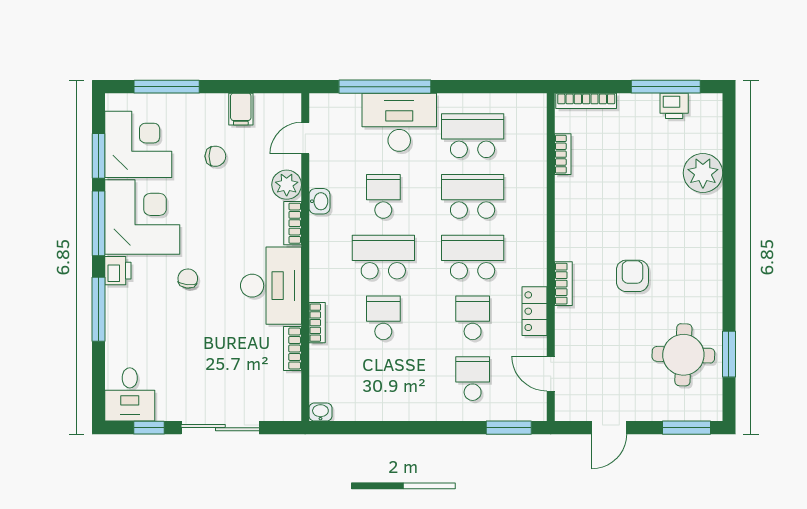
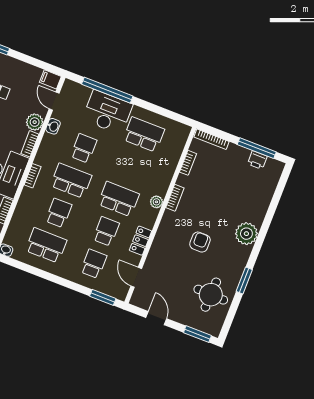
filing cabinet: (241, 109) -> (50, 79), moved, turned 90
door: (305, 138) -> (54, 101), hinge flipped
plant: (703, 173) -> (246, 234), moved
school desk: (473, 196) -> (46, 245), moved
washbasin: (319, 201) -> (53, 126), moved
plant: (536, 238) -> (156, 202), added
bookcase: (563, 284) -> (175, 198), moved
bookcase: (317, 323) -> (33, 176), moved
window: (729, 354) -> (244, 280), moved
door: (609, 428) -> (156, 318), swing flipped

